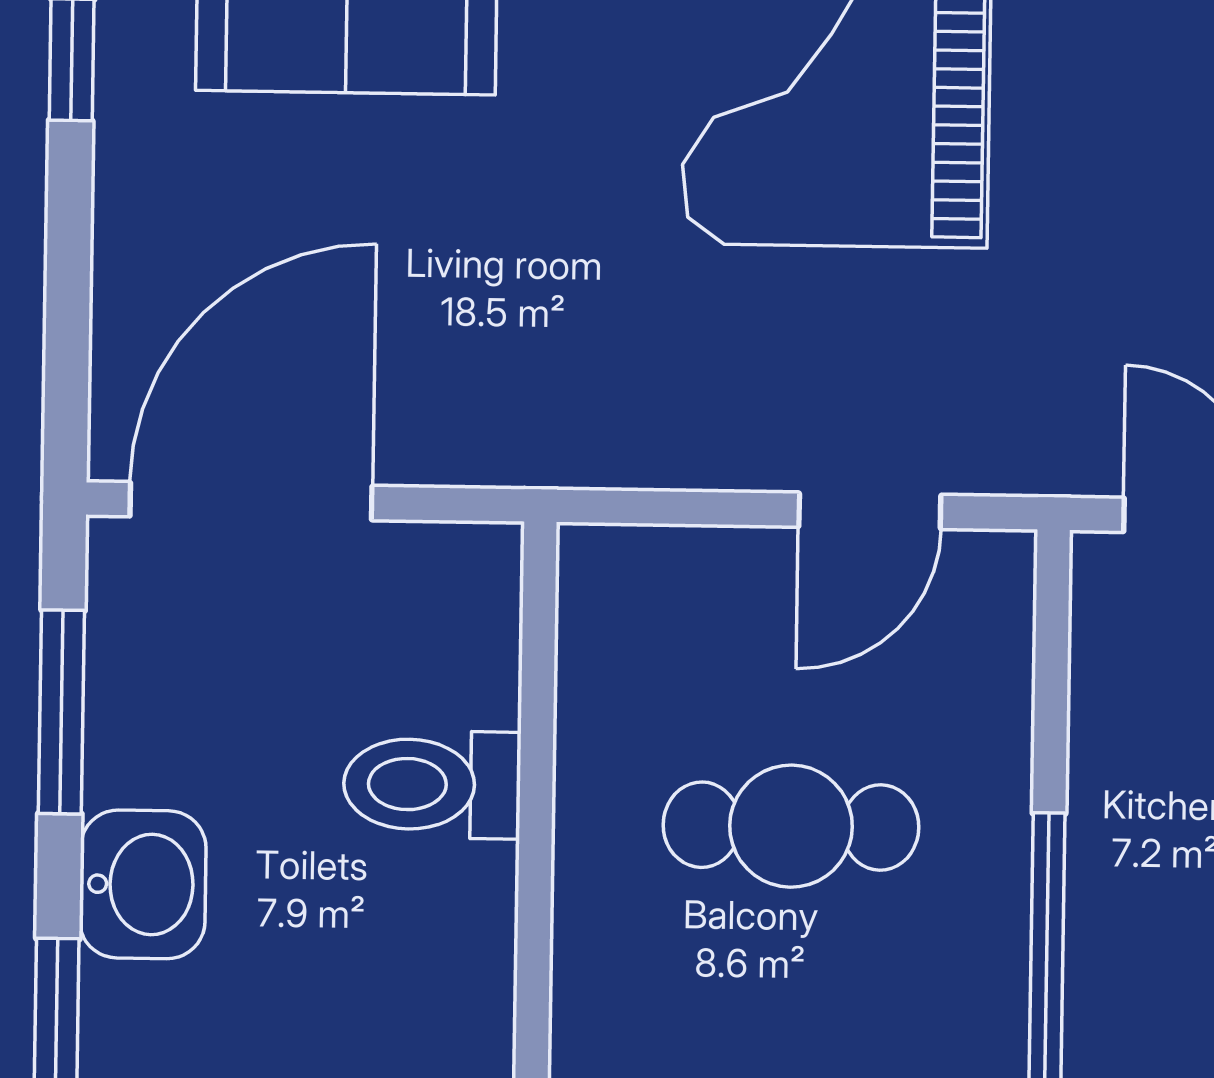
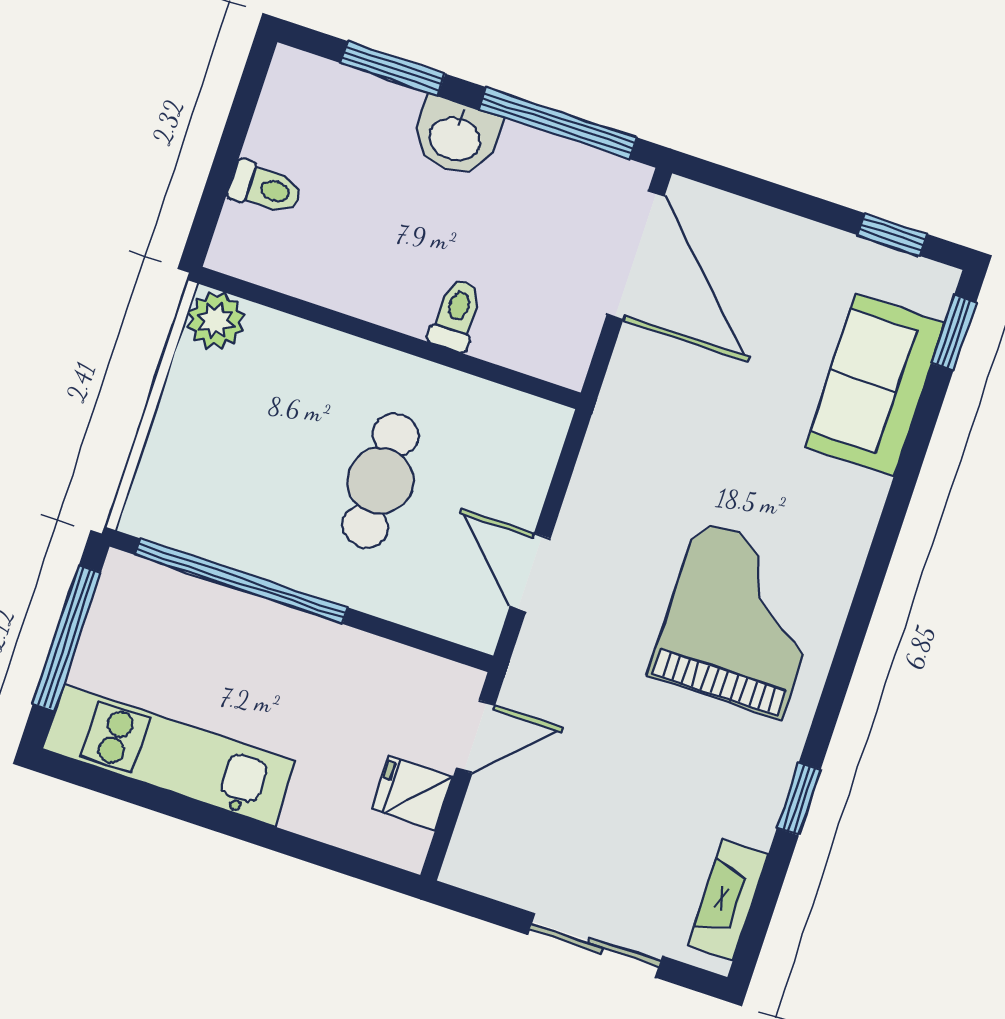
window: (61, 712) -> (558, 123), width x1.44
toilet: (432, 784) -> (456, 315), width x0.73, depth x0.72

